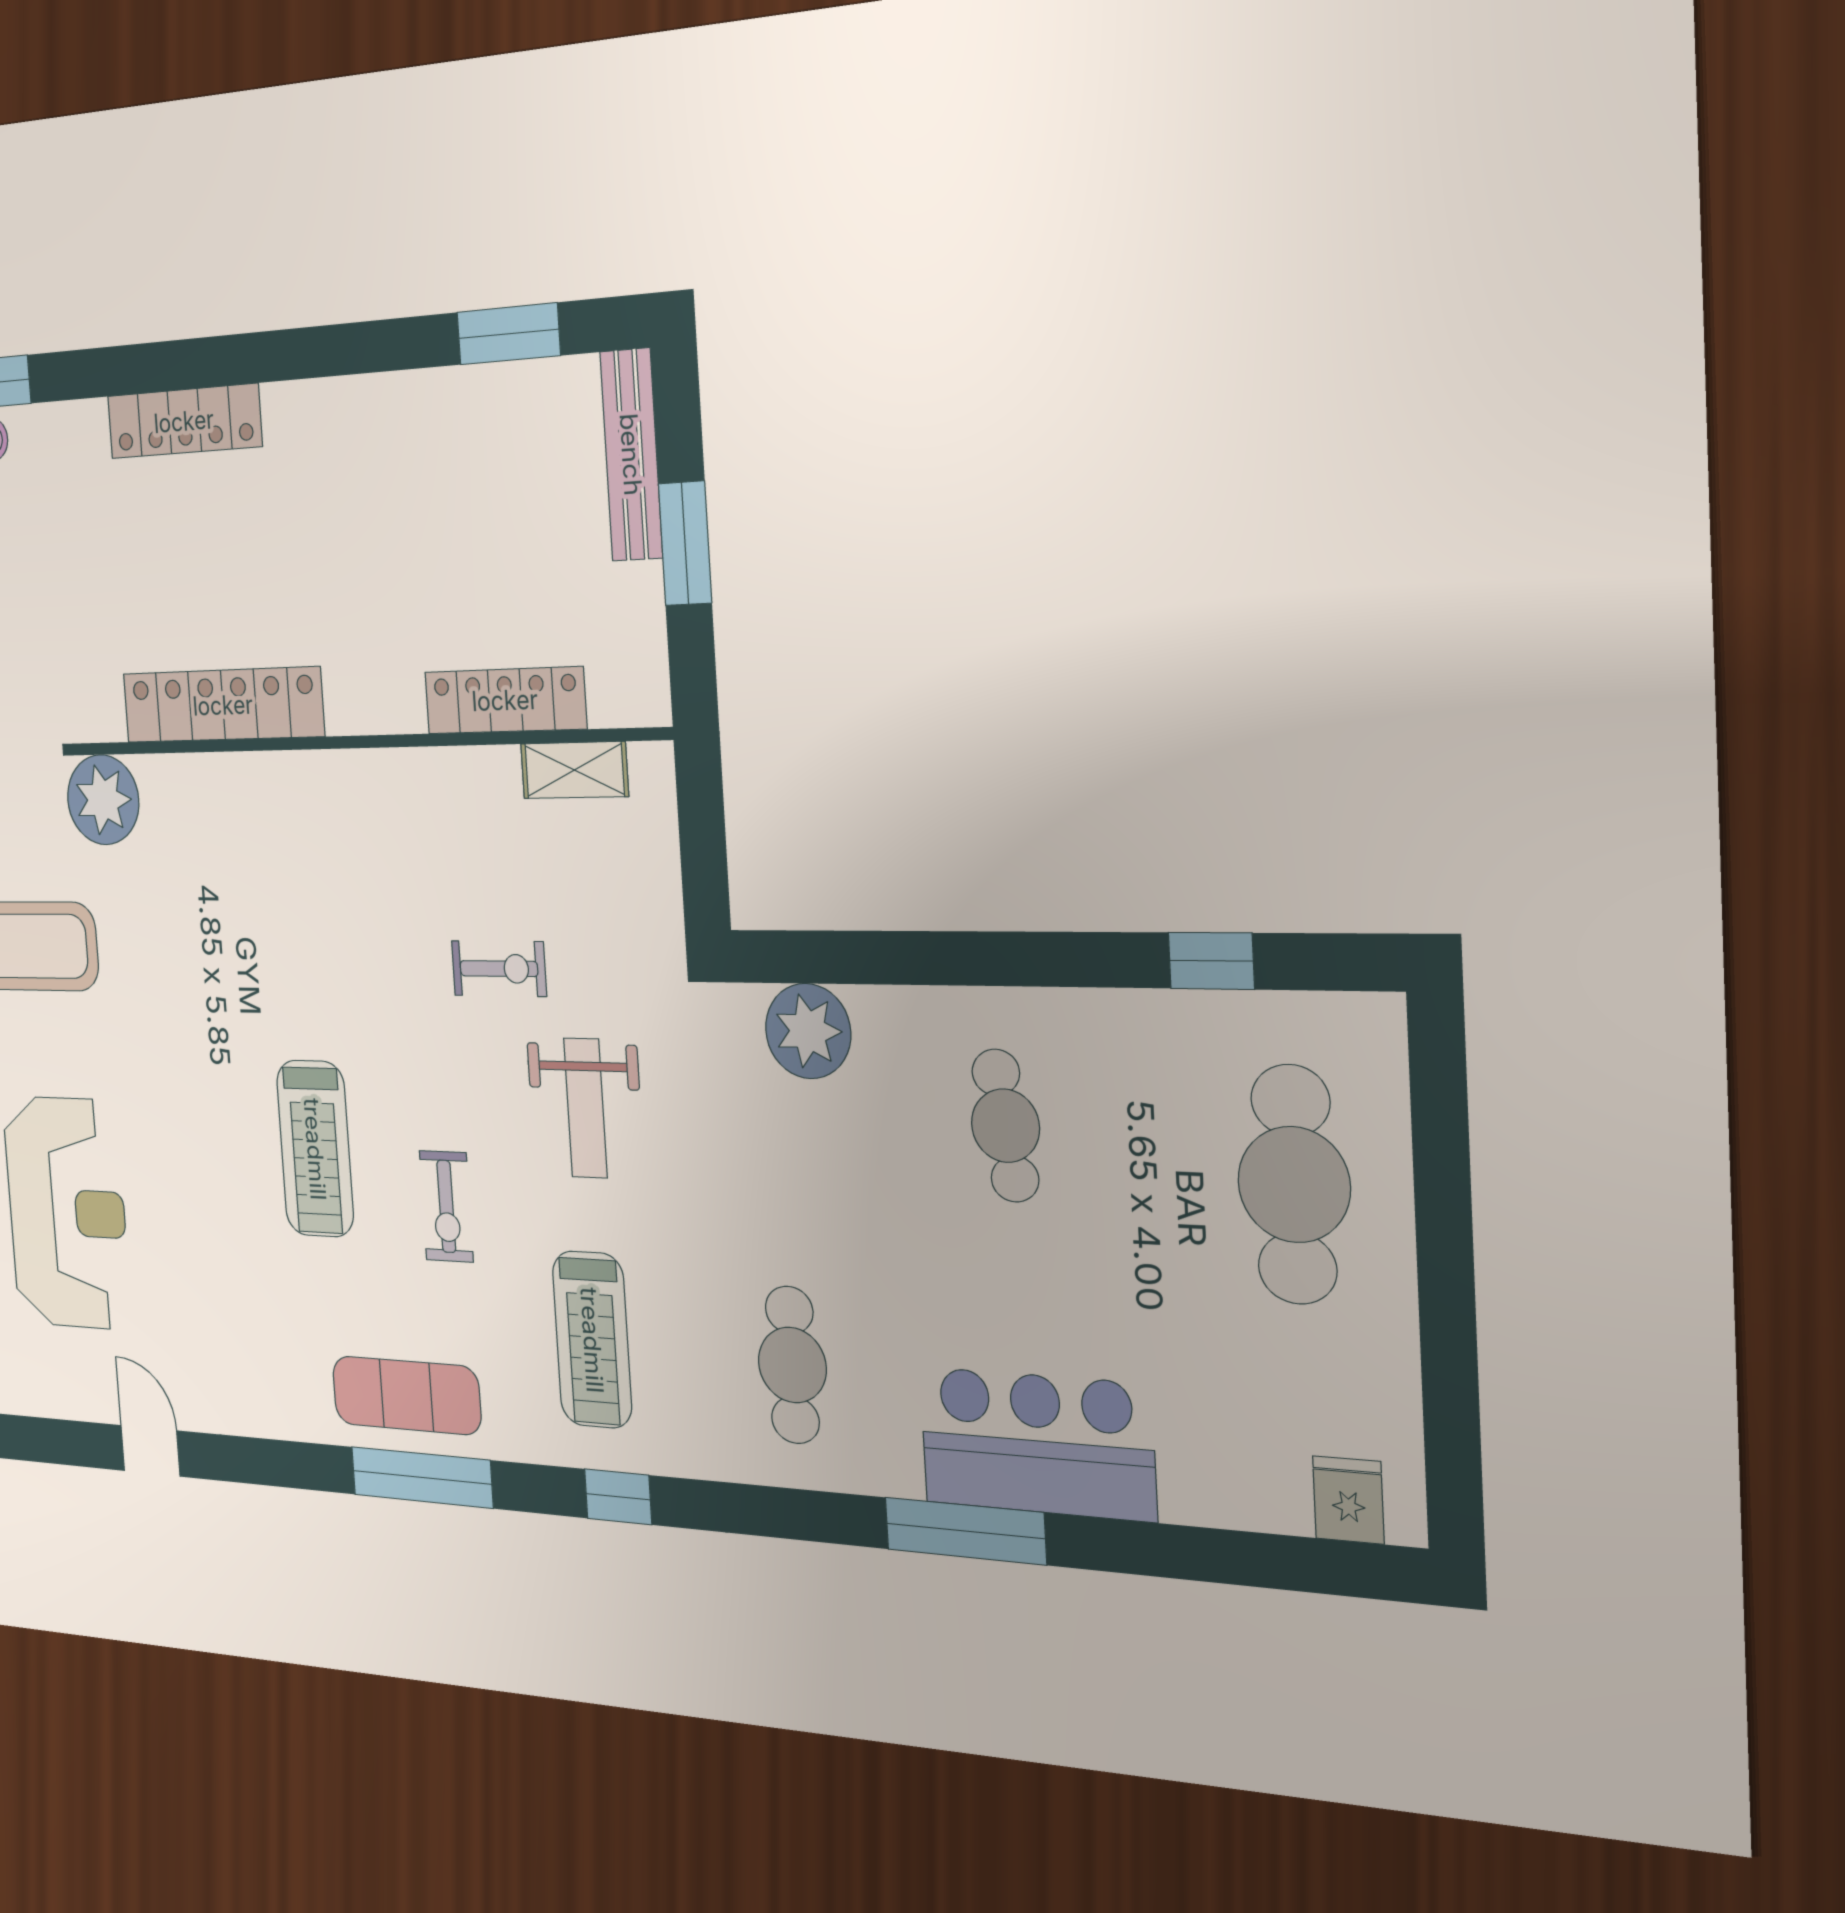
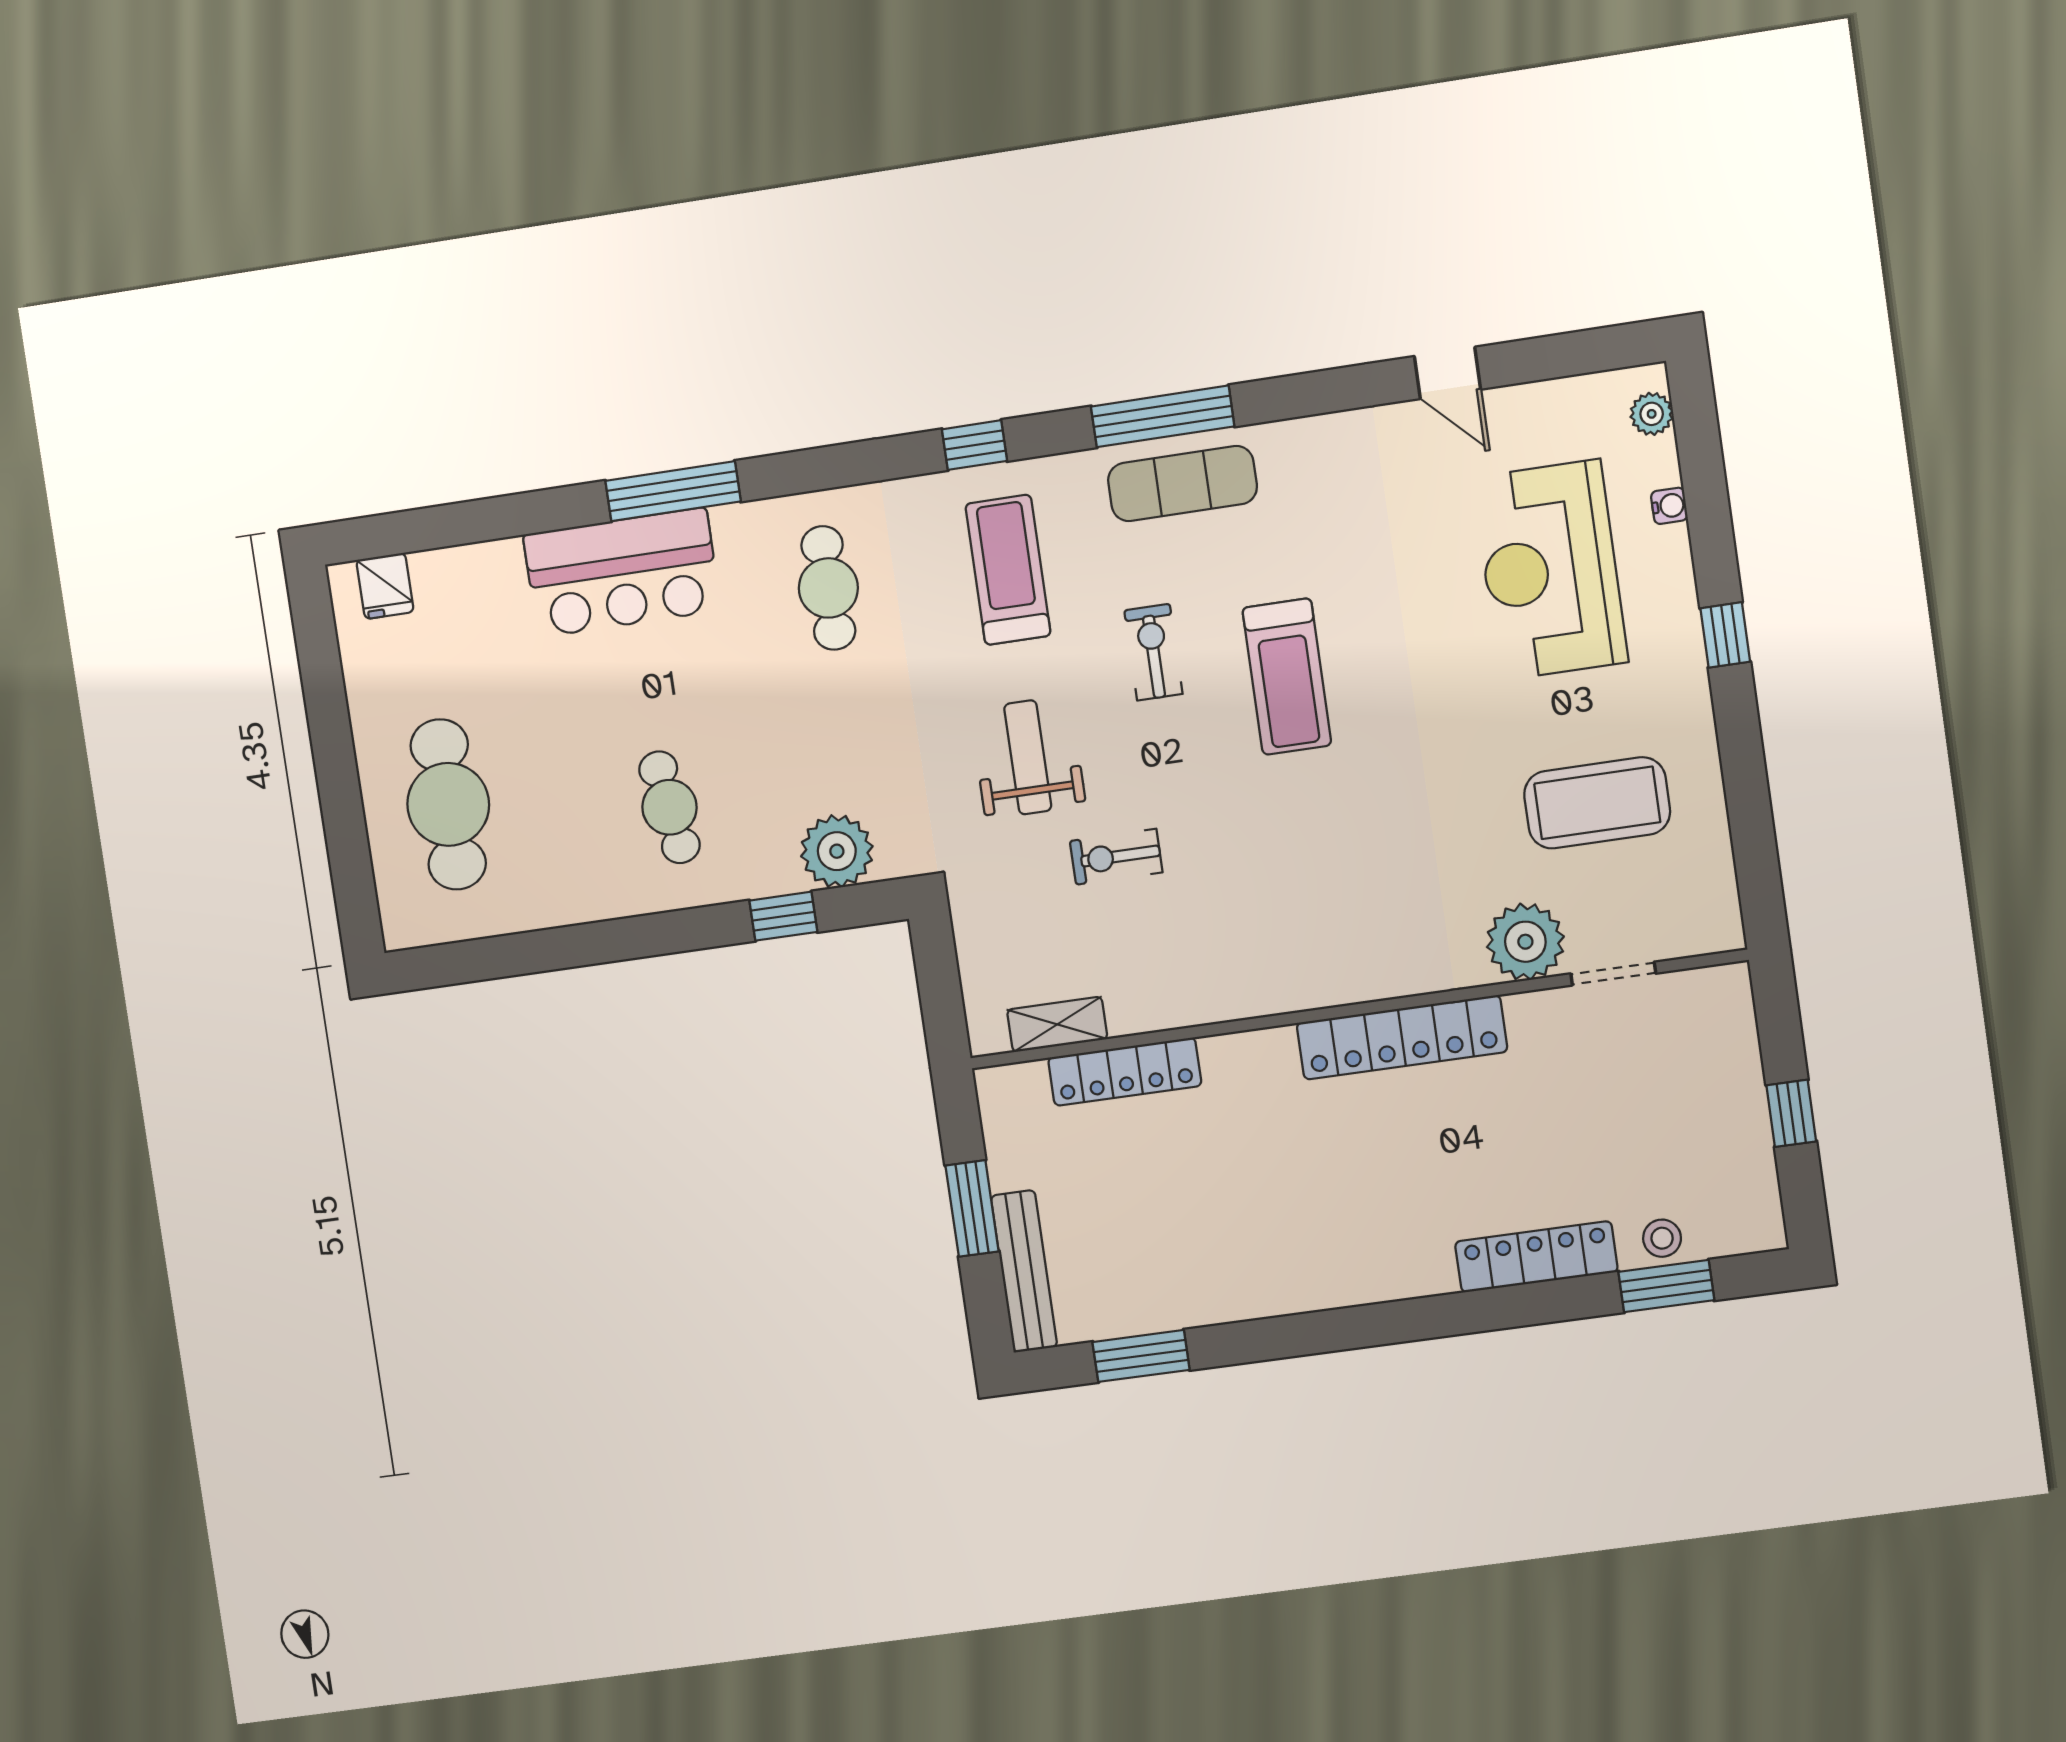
locker: (184, 421) -> (1536, 1257), moved
window: (1211, 961) -> (783, 916), moved
treadmill: (315, 1149) -> (1287, 677), turned 180

